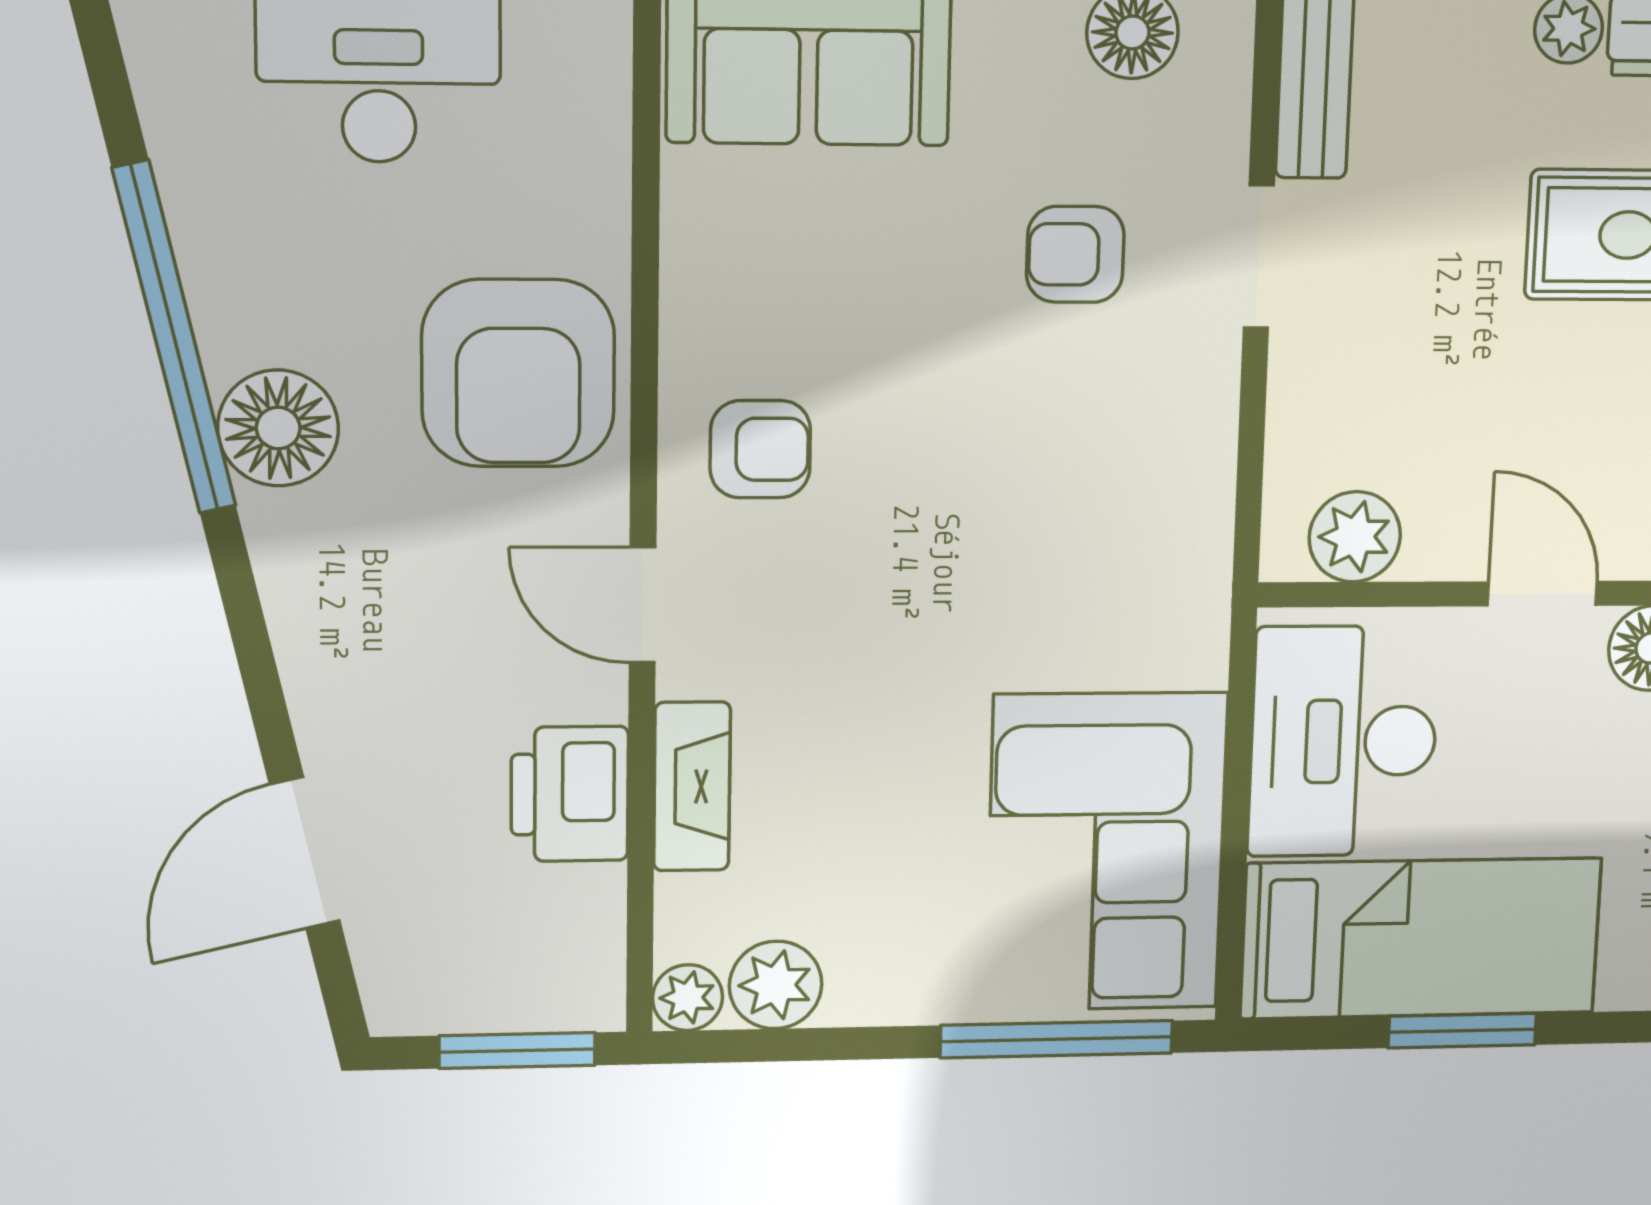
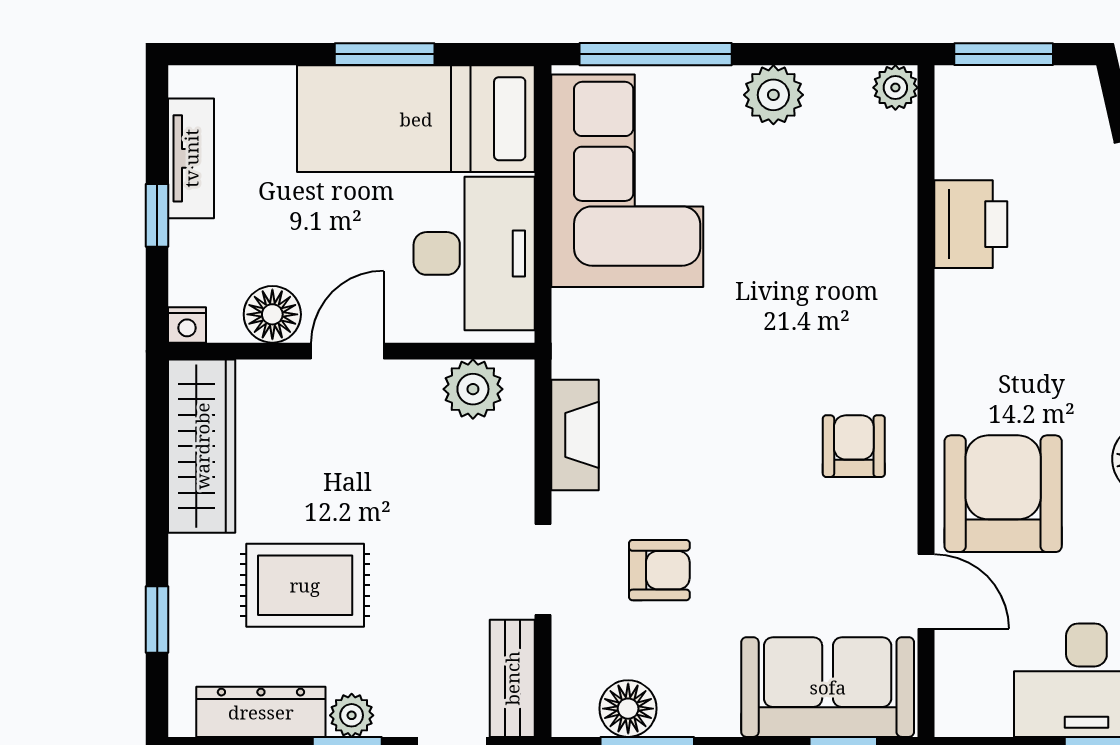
armchair: (760, 449) -> (854, 446), turned 90
door: (1542, 594) -> (347, 351), swing flipped
door: (643, 605) -> (926, 591), moved
fireplace: (692, 787) -> (575, 435), moved, turned 180
plant: (776, 985) -> (773, 95), moved

